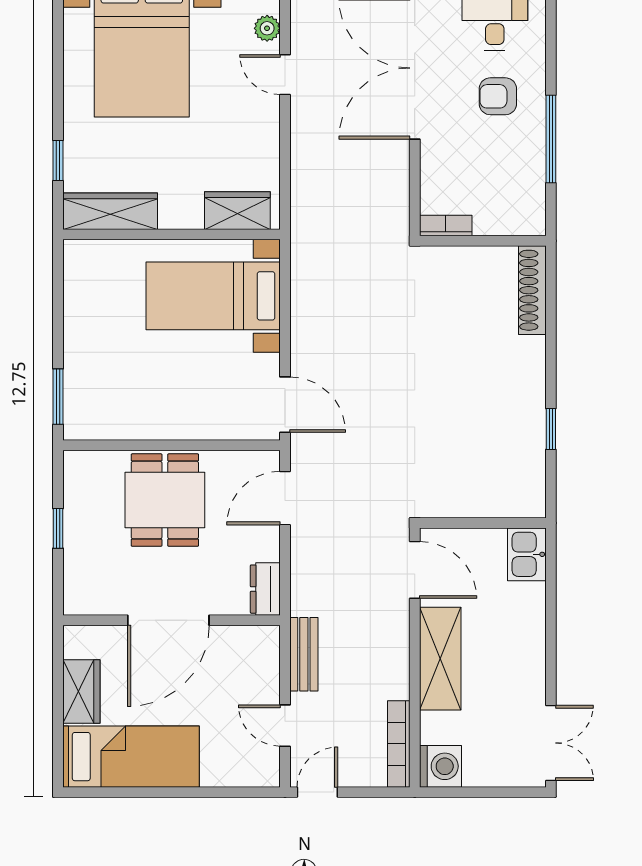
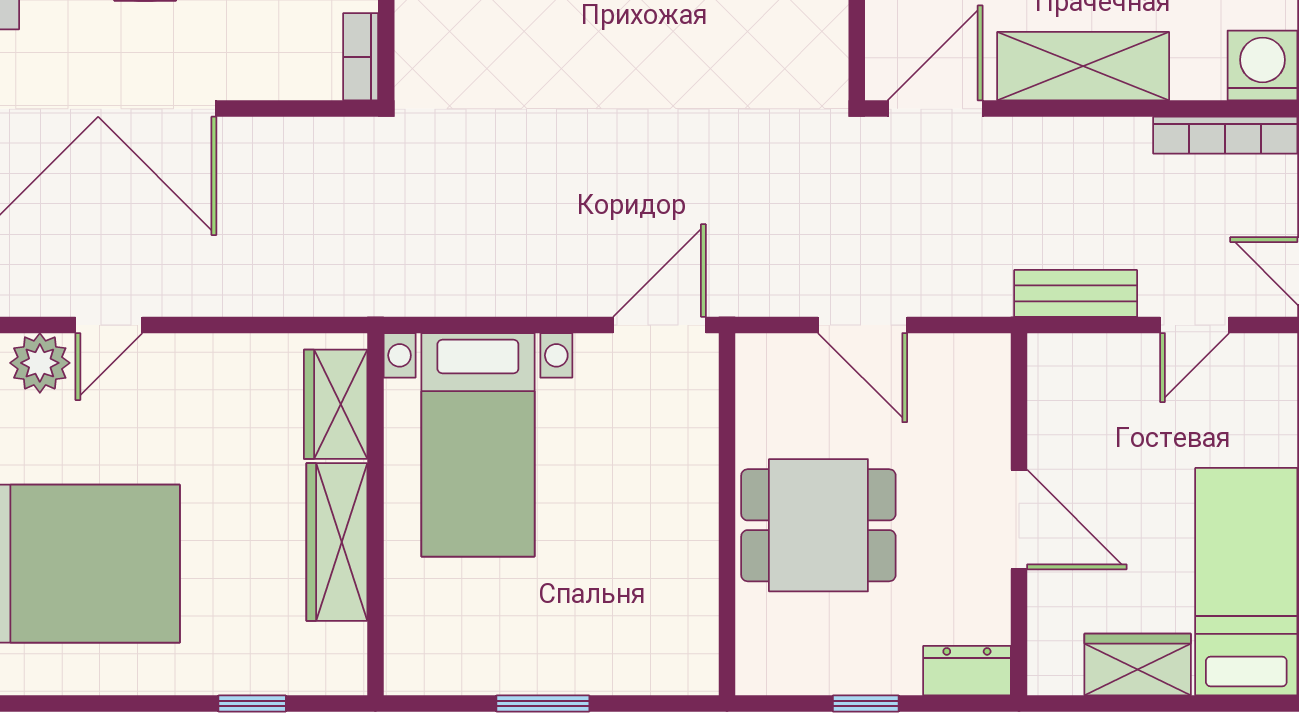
plant: (267, 28) -> (40, 363), width x1.38, depth x1.38
wardrobe: (110, 211) -> (337, 542), moved
window: (58, 397) -> (543, 704), moved
door: (285, 498) -> (863, 325), moved
dresser: (265, 589) -> (967, 671), moved, turned 180
door: (168, 620) -> (1019, 519), width x0.73

